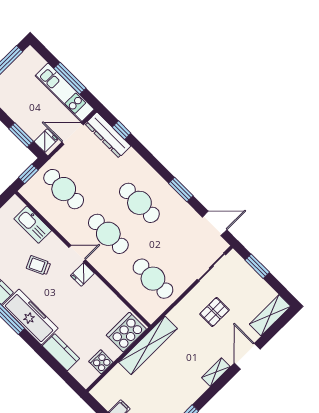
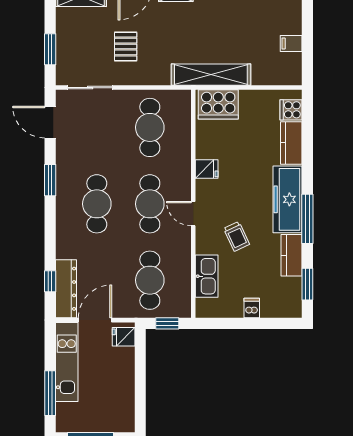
window: (70, 78) -> (50, 393), moved
door: (73, 134) -> (95, 320), swing flipped
window: (21, 135) -> (140, 363), removed
fridge: (82, 274) -> (207, 169), moved
pallet: (214, 312) -> (126, 47), turned 90
cooker: (101, 362) -> (291, 110), moved, turned 90

